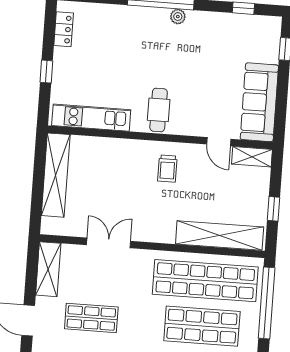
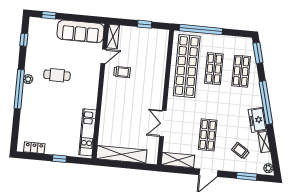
cafe table: (159, 110) -> (57, 75), moved
trolley: (167, 169) -> (122, 72), moved
shelving: (220, 236) -> (160, 57), removed
shop shelf: (202, 326) -> (214, 69), width x0.70, depth x0.74

